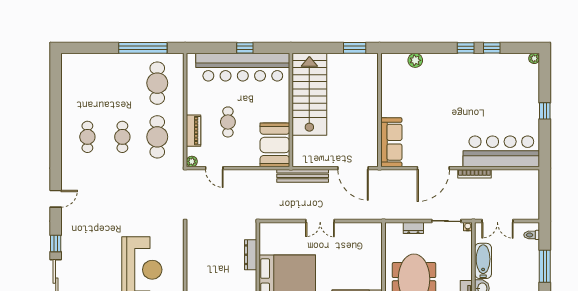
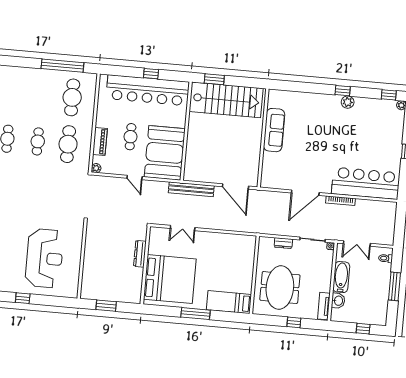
window: (355, 48) -> (214, 79), moved
window: (492, 48) -> (389, 95), moved
plant: (415, 60) -> (348, 102), moved
stairs: (309, 94) -> (226, 100), moved, turned 90
sofa: (391, 142) -> (274, 130), moved
booth: (275, 145) -> (165, 153), width x1.36, depth x1.42
door: (214, 168) -> (135, 177), moved
double door: (320, 221) -> (183, 228), moved

